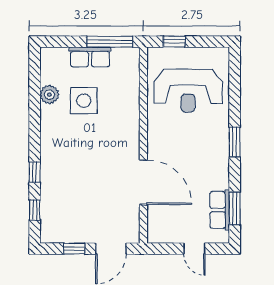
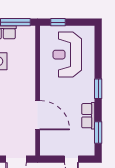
reception desk: (188, 91) -> (67, 55), turned 90
row of seats: (220, 210) -> (88, 116), moved

